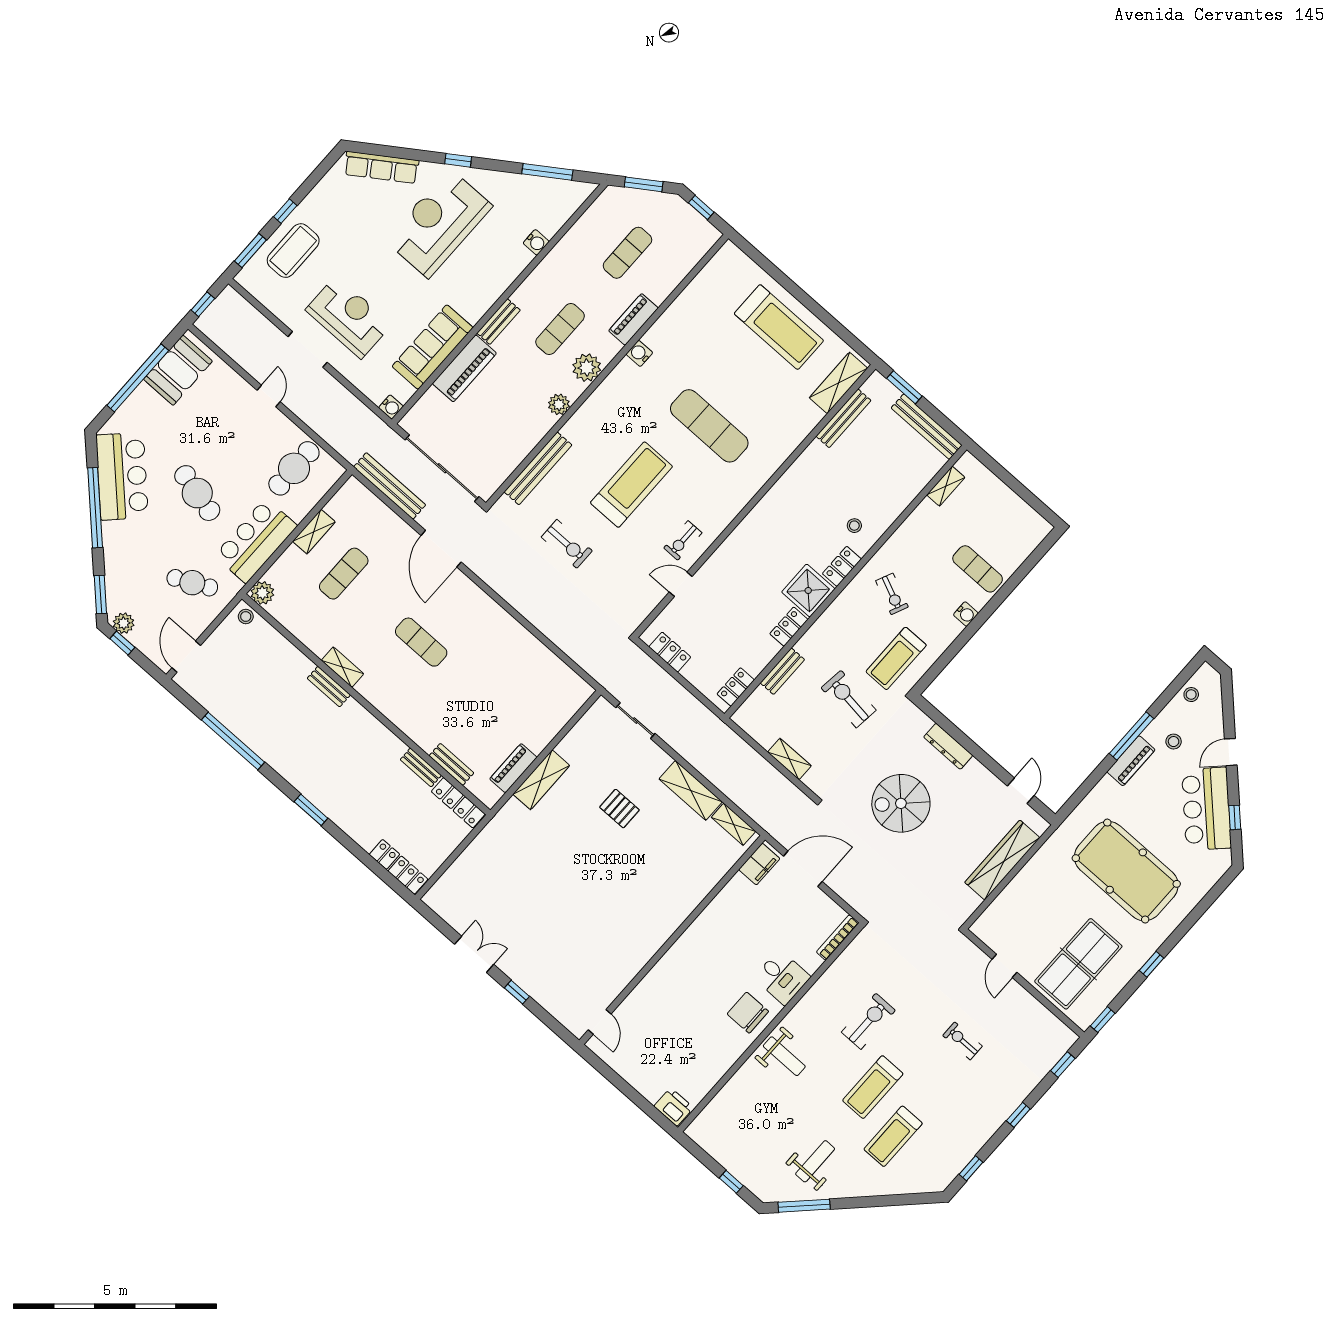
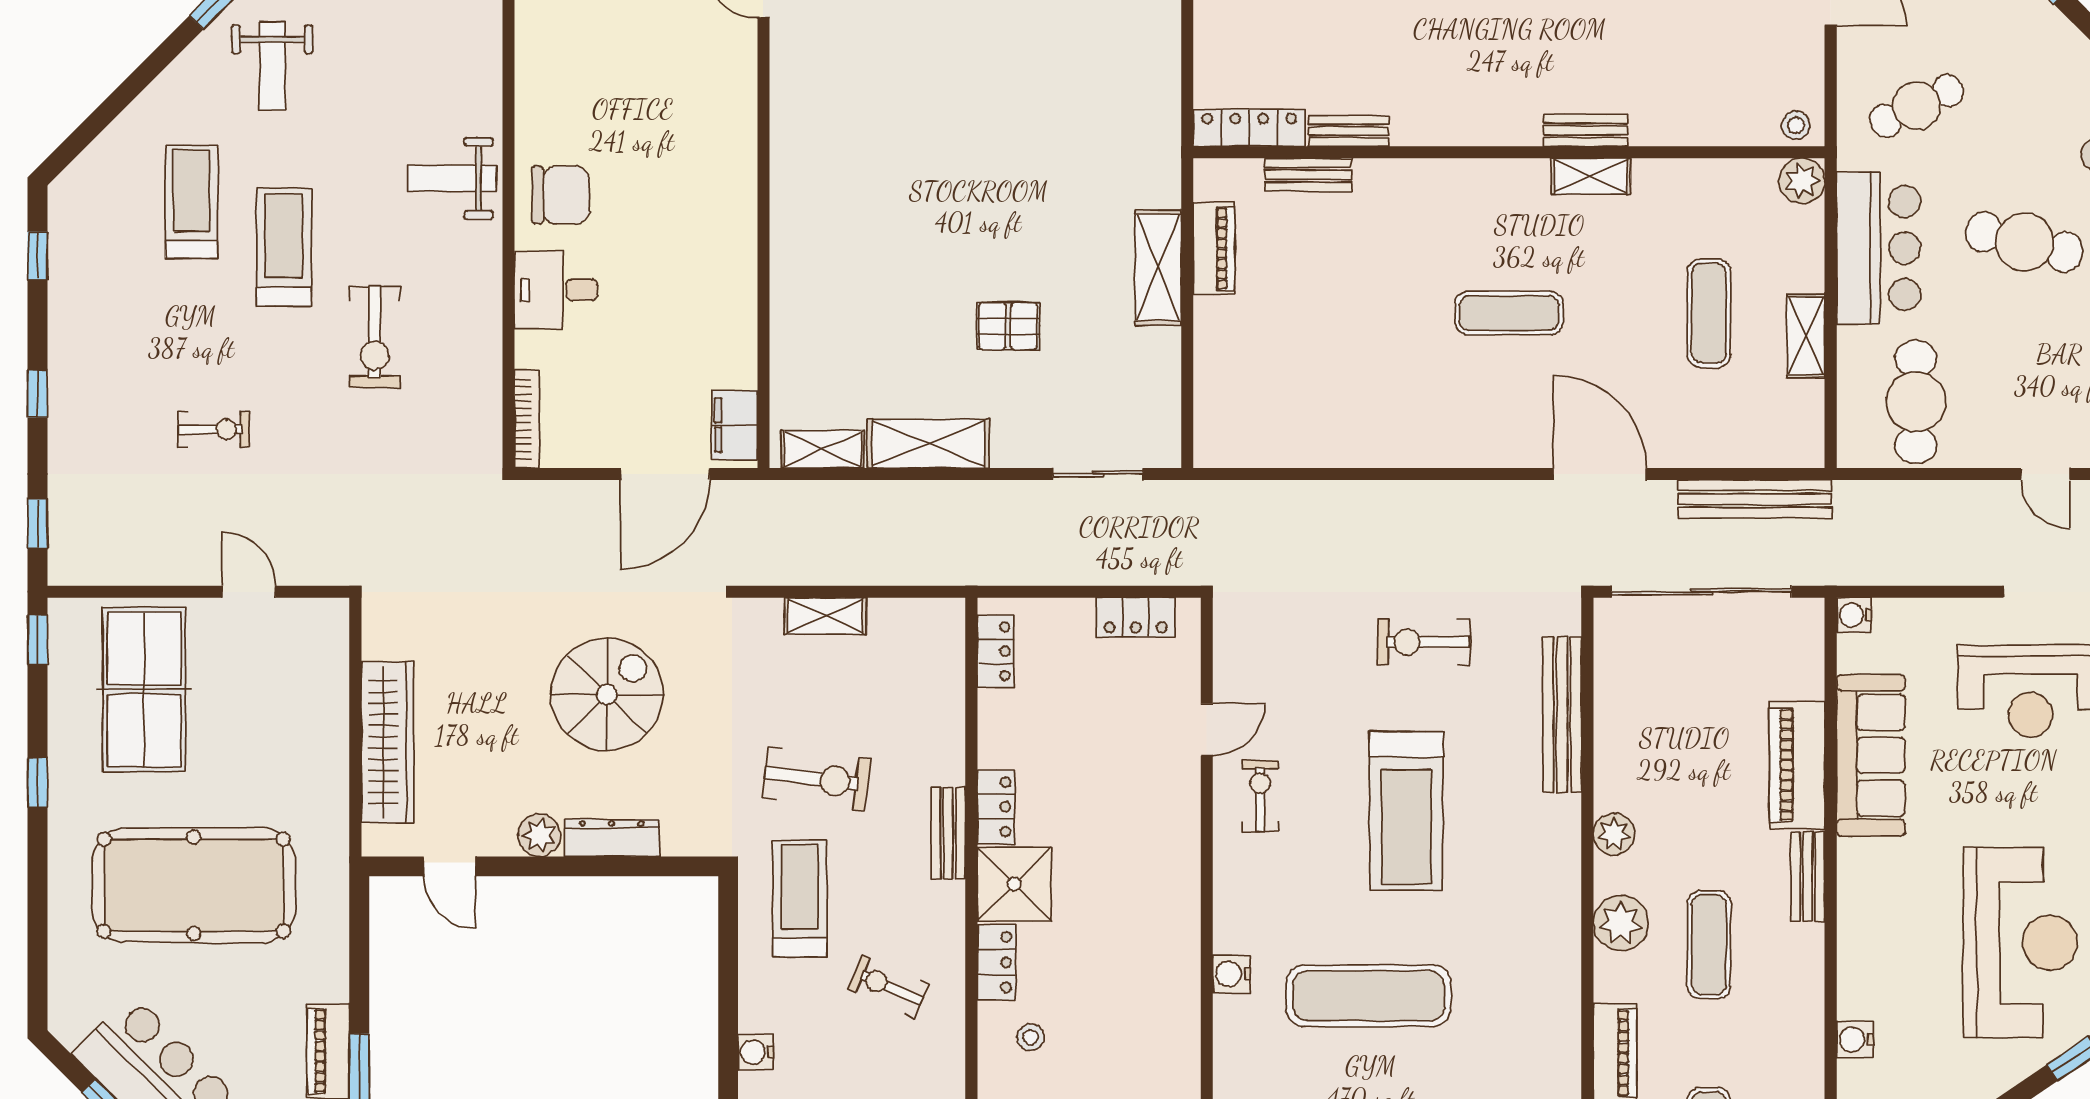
water cooler: (639, 353) -> (1231, 974), moved, turned 180
bench: (782, 671) -> (948, 833), moved
plant: (975, 772) -> (539, 835), added

